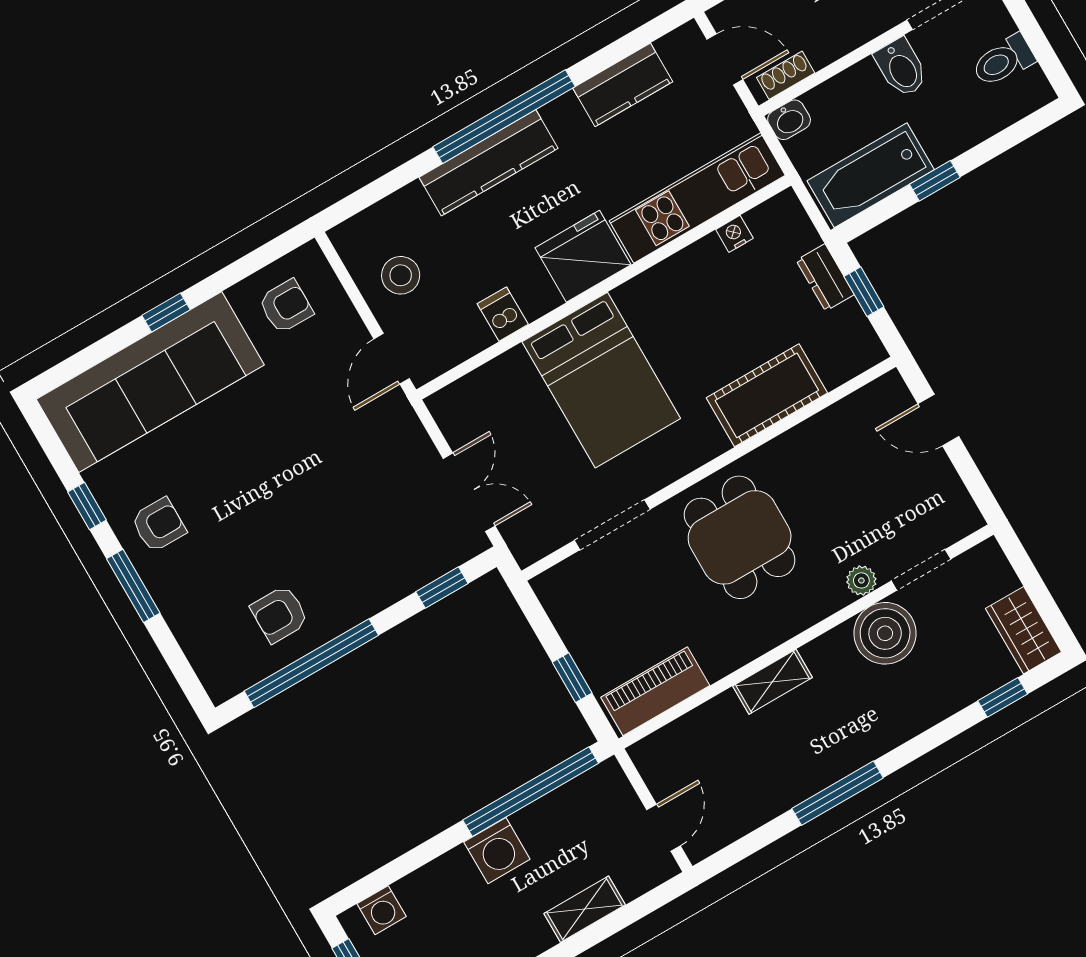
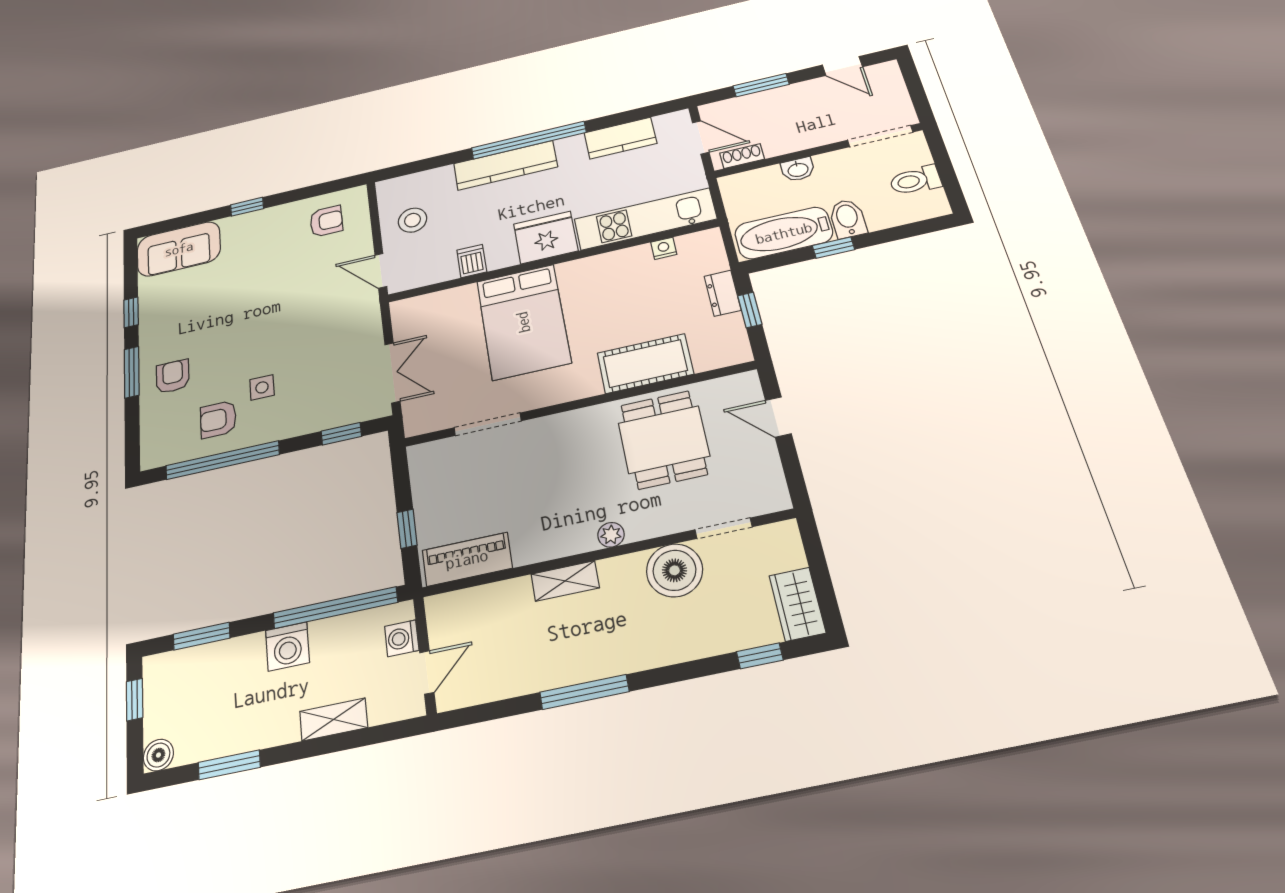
bidet: (901, 68) -> (848, 219), moved, turned 180
washbasin: (789, 120) -> (798, 169), moved
door: (392, 359) -> (381, 271), hinge flipped
sofa: (150, 382) -> (179, 249), width x0.54, depth x0.79
armchair: (159, 525) -> (173, 376), moved, turned -90
dining table: (740, 537) -> (664, 440), moved
side table: (314, 558) -> (262, 387), added
plant: (861, 580) -> (611, 535), moved
window: (393, 872) -> (202, 636), added
washing machine: (382, 910) -> (402, 638), moved, turned 90

